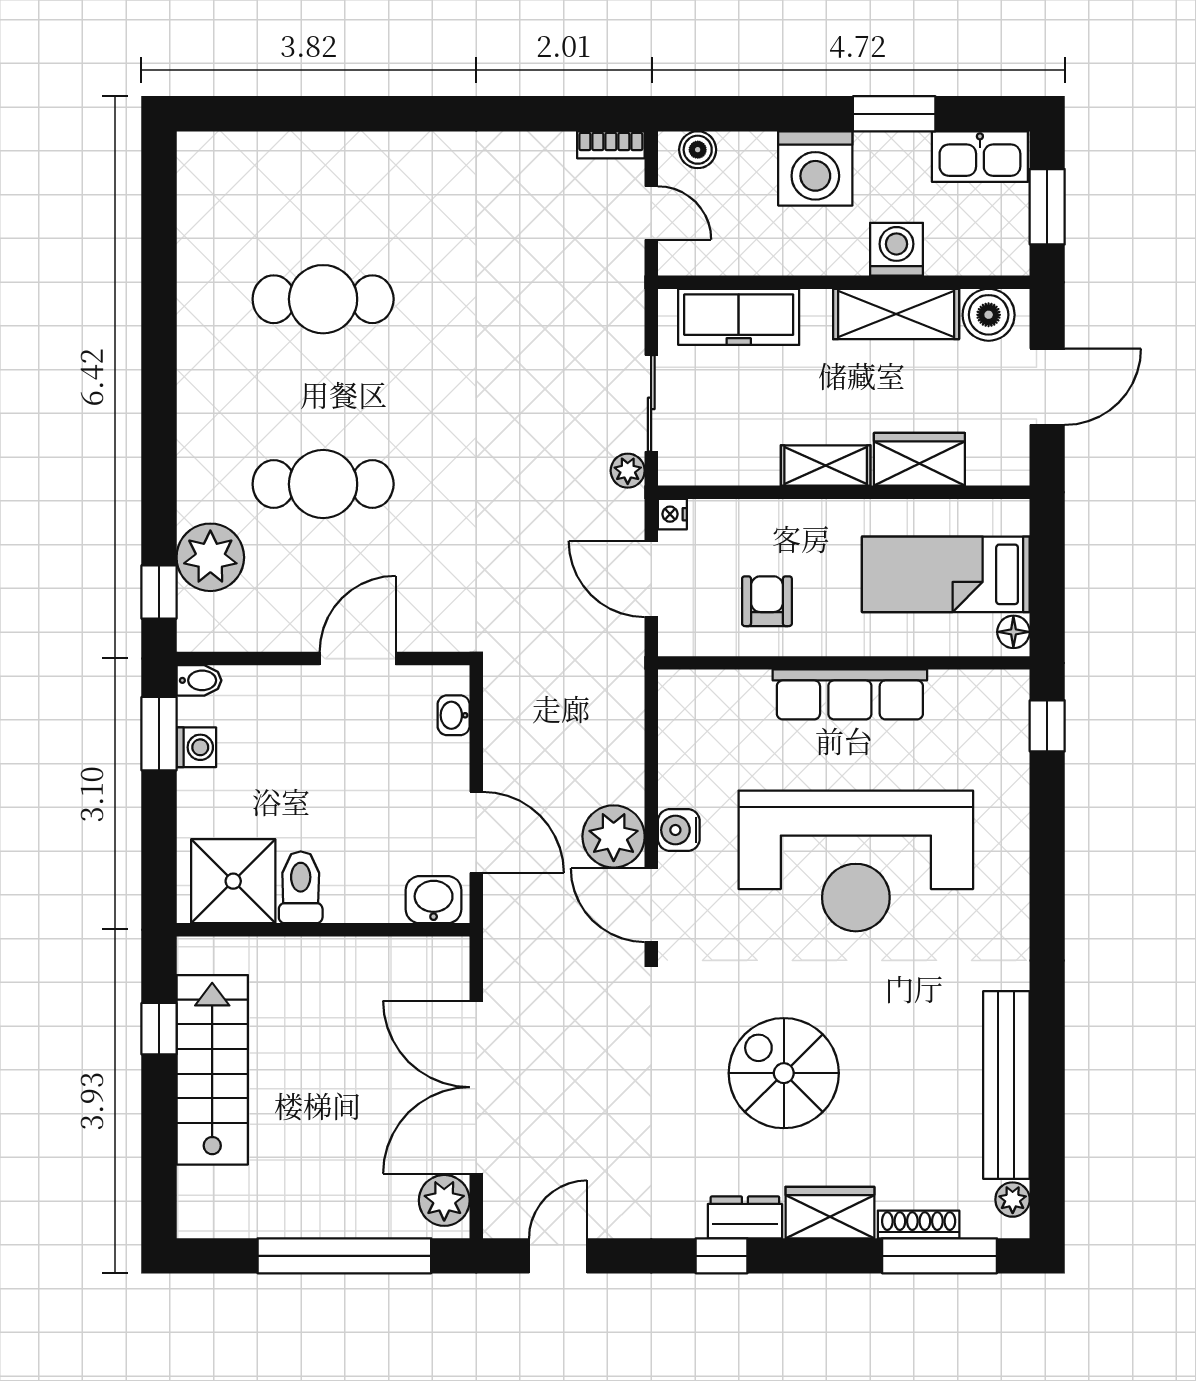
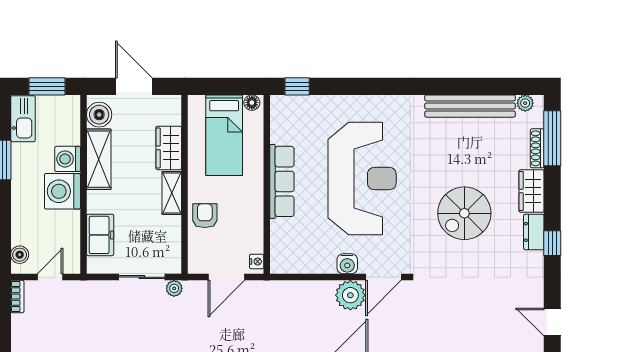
washing machine: (815, 168) -> (62, 191), moved, turned 180
freezer: (739, 317) -> (100, 235), width x0.71
nightstand: (672, 514) -> (257, 262), moved, turned -90
armchair: (767, 601) -> (205, 216), moved, turned 90

